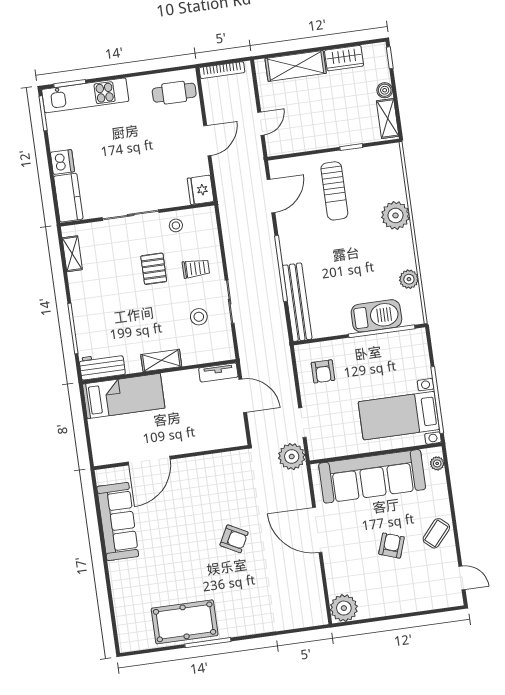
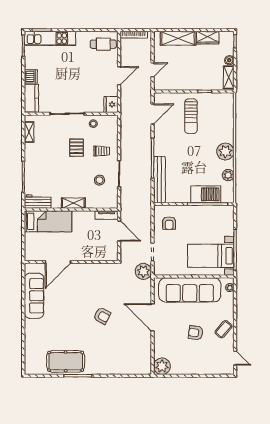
plant: (395, 215) -> (225, 152), moved
armchair: (391, 546) -> (196, 333), turned -100

